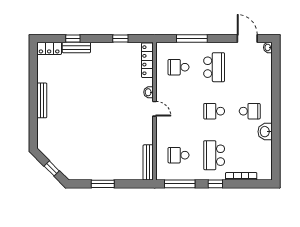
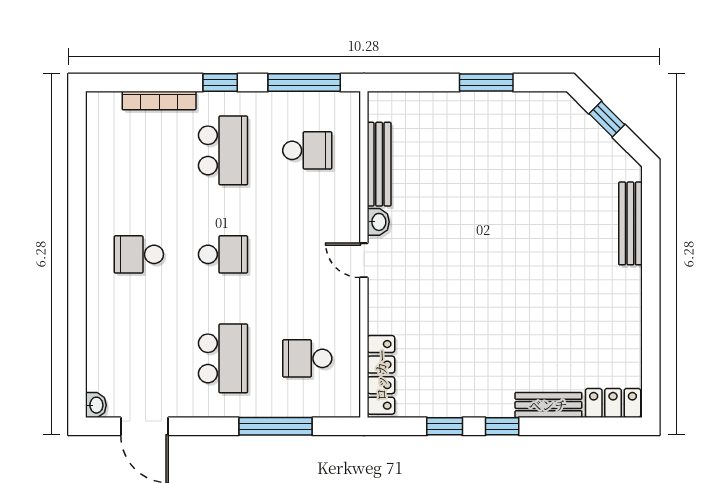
window: (73, 38) -> (502, 426), moved
school desk: (178, 67) -> (307, 358), turned 180
school desk: (214, 67) -> (223, 358), turned 180
washbasin: (148, 92) -> (378, 222), moved
bench: (42, 100) -> (630, 223), moved
washbasin: (265, 132) -> (102, 206), removed
bench: (148, 162) -> (379, 164), moved

